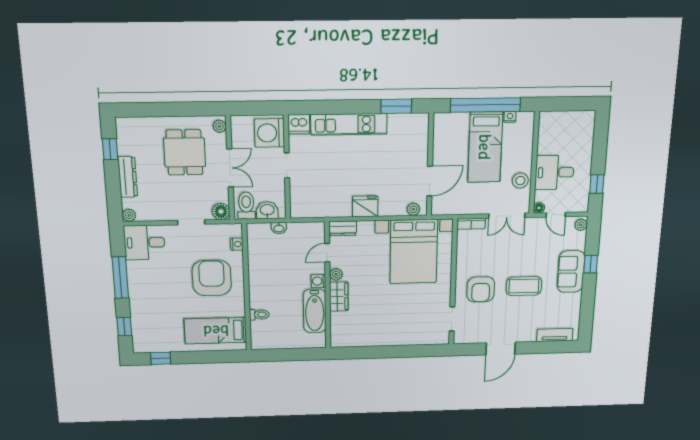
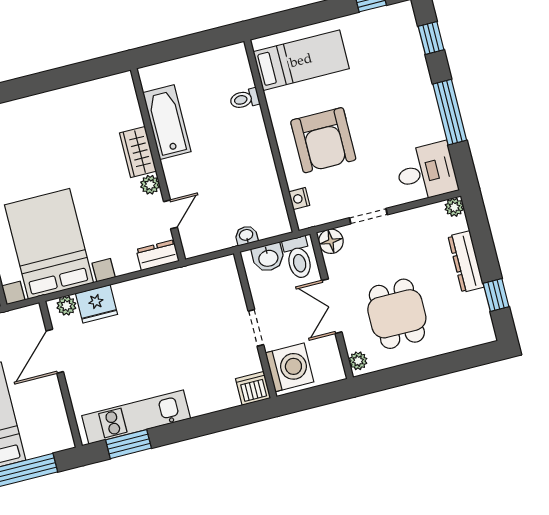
kitchen unit: (349, 124) -> (136, 417), moved
fridge: (365, 206) -> (96, 304), moved
washing machine: (318, 281) -> (173, 169), removed

